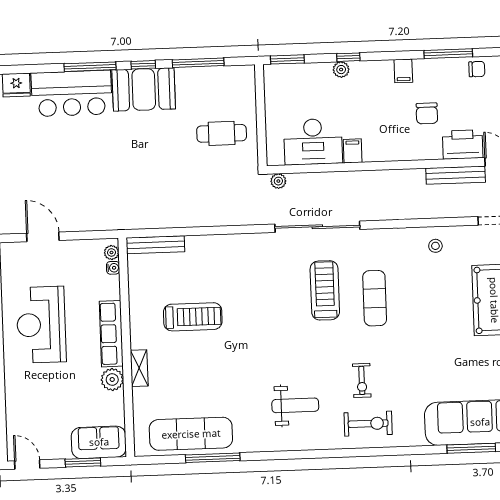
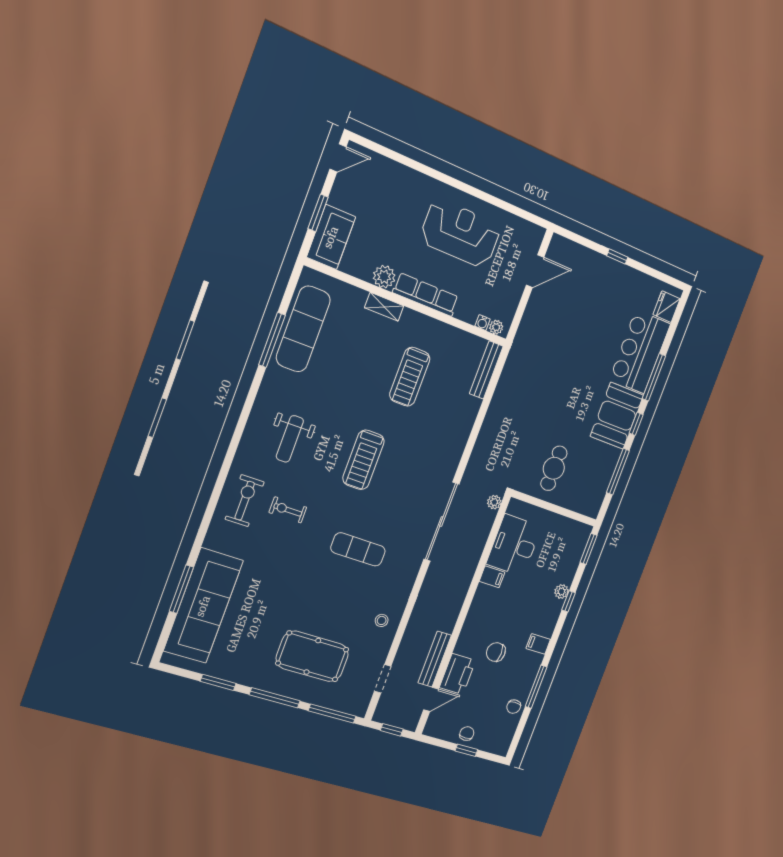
treadmill: (325, 290) -> (363, 460), moved, turned 90
exercise bike: (368, 424) -> (245, 501), turned 180

